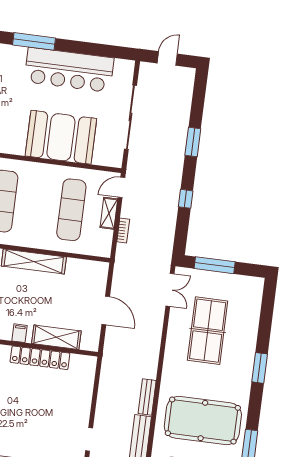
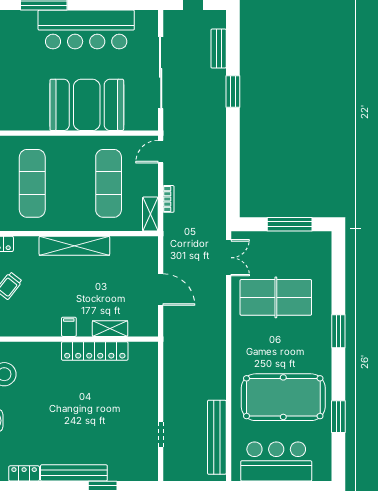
window: (186, 199) -> (233, 155), removed
shelving: (109, 213) -> (150, 214), moved
window: (215, 265) -> (290, 224), moved
table tennis table: (208, 331) -> (276, 297), turned 90
shelving: (56, 337) -> (110, 329), width x0.67, depth x0.75
bench: (147, 397) -> (219, 49), moved

